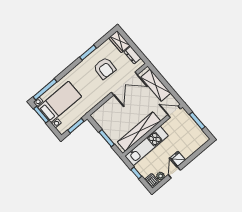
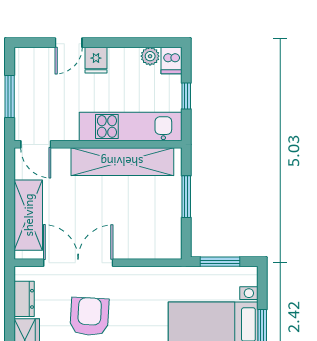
door: (174, 172) -> (69, 43), moved

